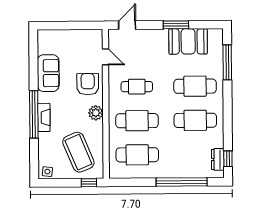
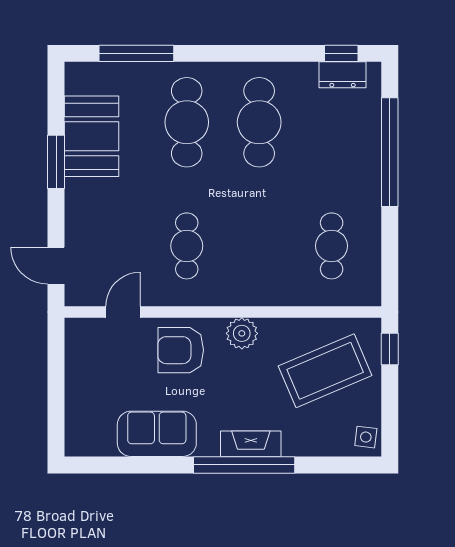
cafe table: (137, 121) -> (259, 246), removed
cafe table: (137, 155) -> (332, 246), width x0.73, depth x0.74

